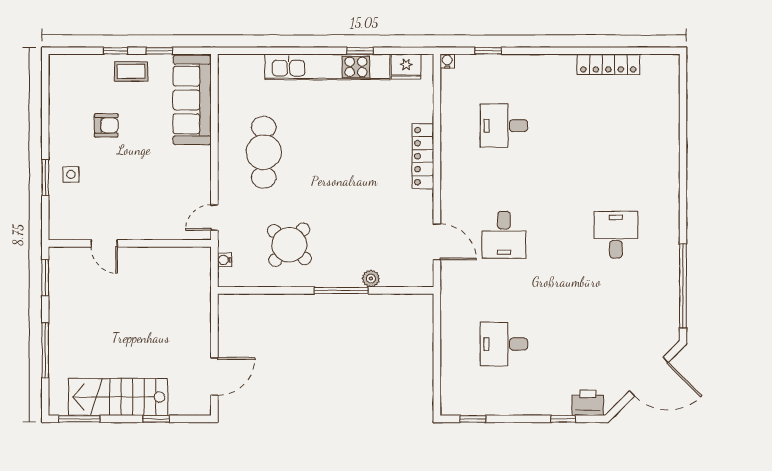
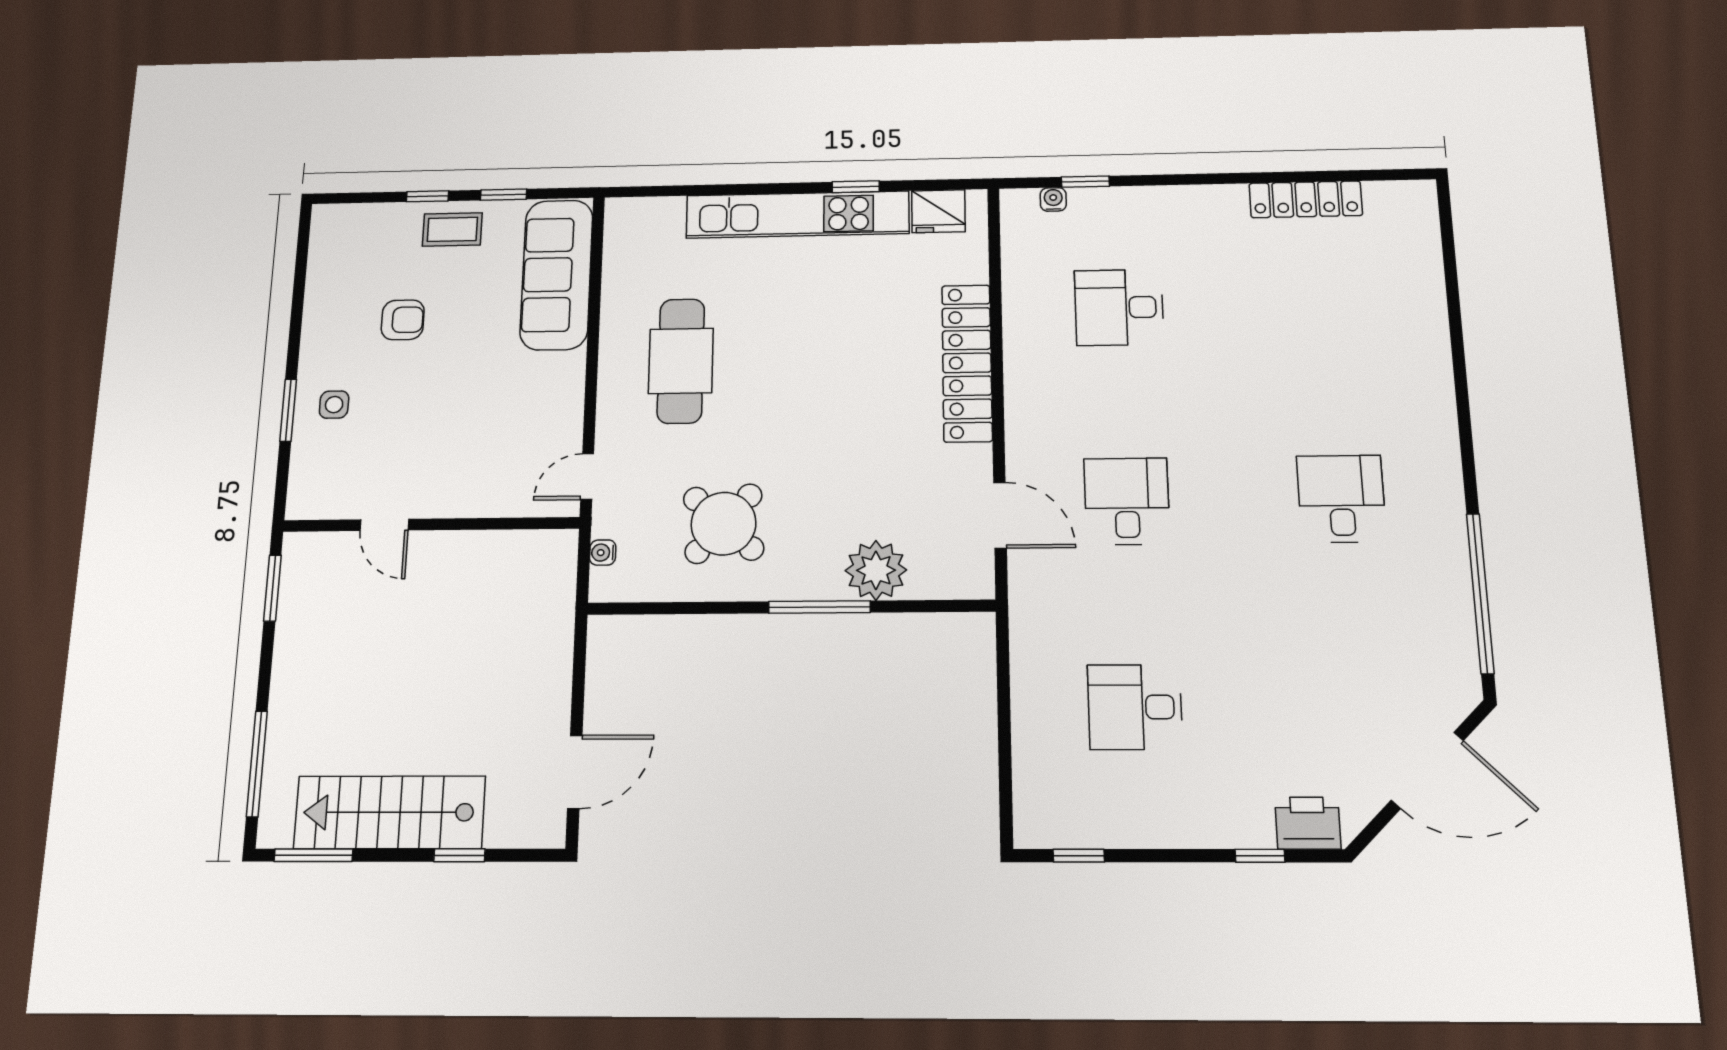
water cooler: (447, 61) -> (1053, 199), moved
locker: (423, 156) -> (967, 363), width x1.41, depth x1.21
desk: (504, 235) -> (1127, 501), turned 180
plant: (371, 279) -> (876, 570), width x1.88, depth x1.88
window: (45, 350) -> (257, 764), moved

